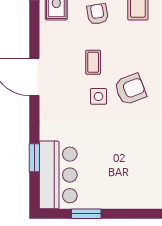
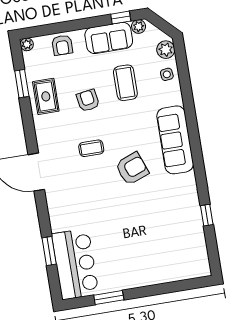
coffee table: (93, 62) -> (91, 148), turned 90
side table: (98, 96) -> (102, 181), removed

